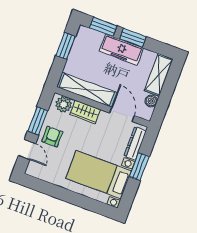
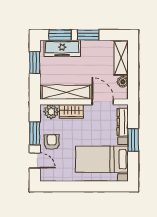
freezer: (121, 50) -> (62, 48), moved

